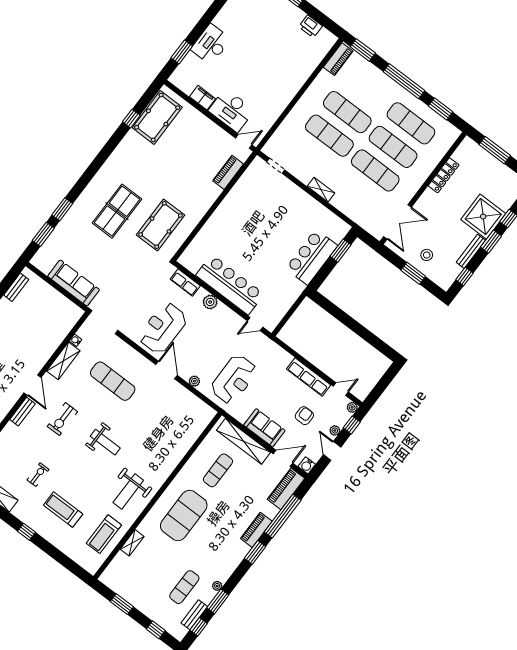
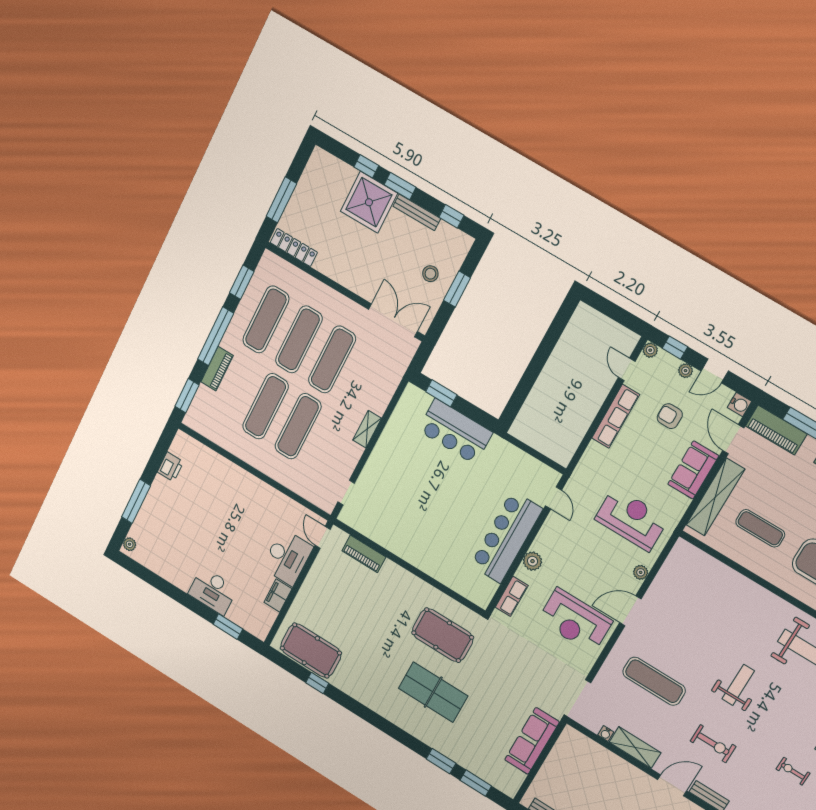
piano: (338, 59) -> (217, 369), moved, turned 90
locker: (444, 175) -> (294, 247), moved
exercise mat: (113, 381) -> (654, 681), turned 90

